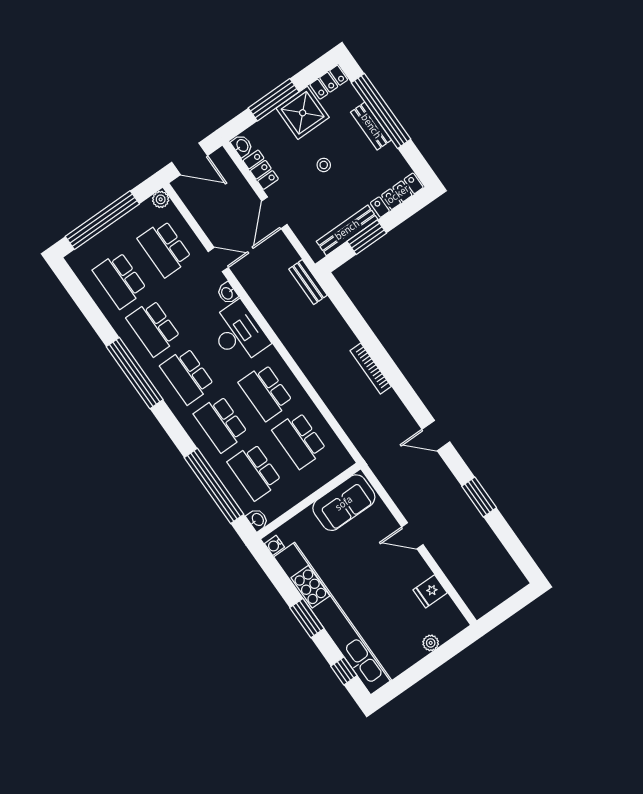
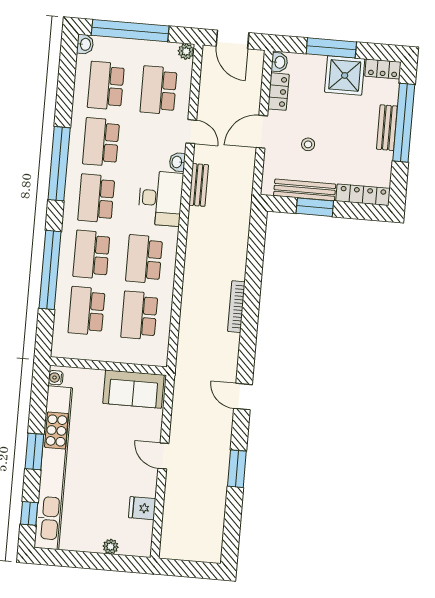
stool: (324, 165) -> (308, 144), moved
bench: (308, 282) -> (199, 185), moved
window: (214, 486) -> (50, 270), moved
washbasin: (257, 520) -> (85, 44), moved

